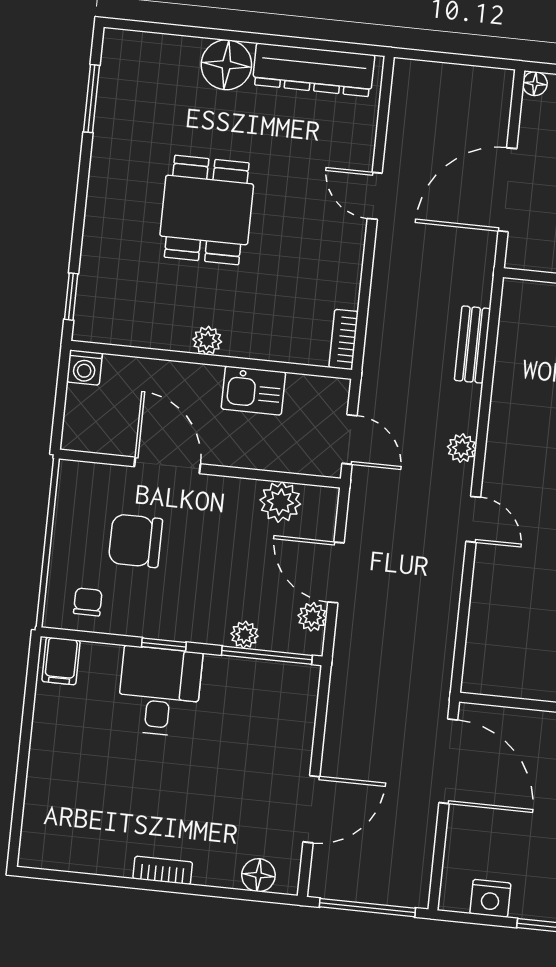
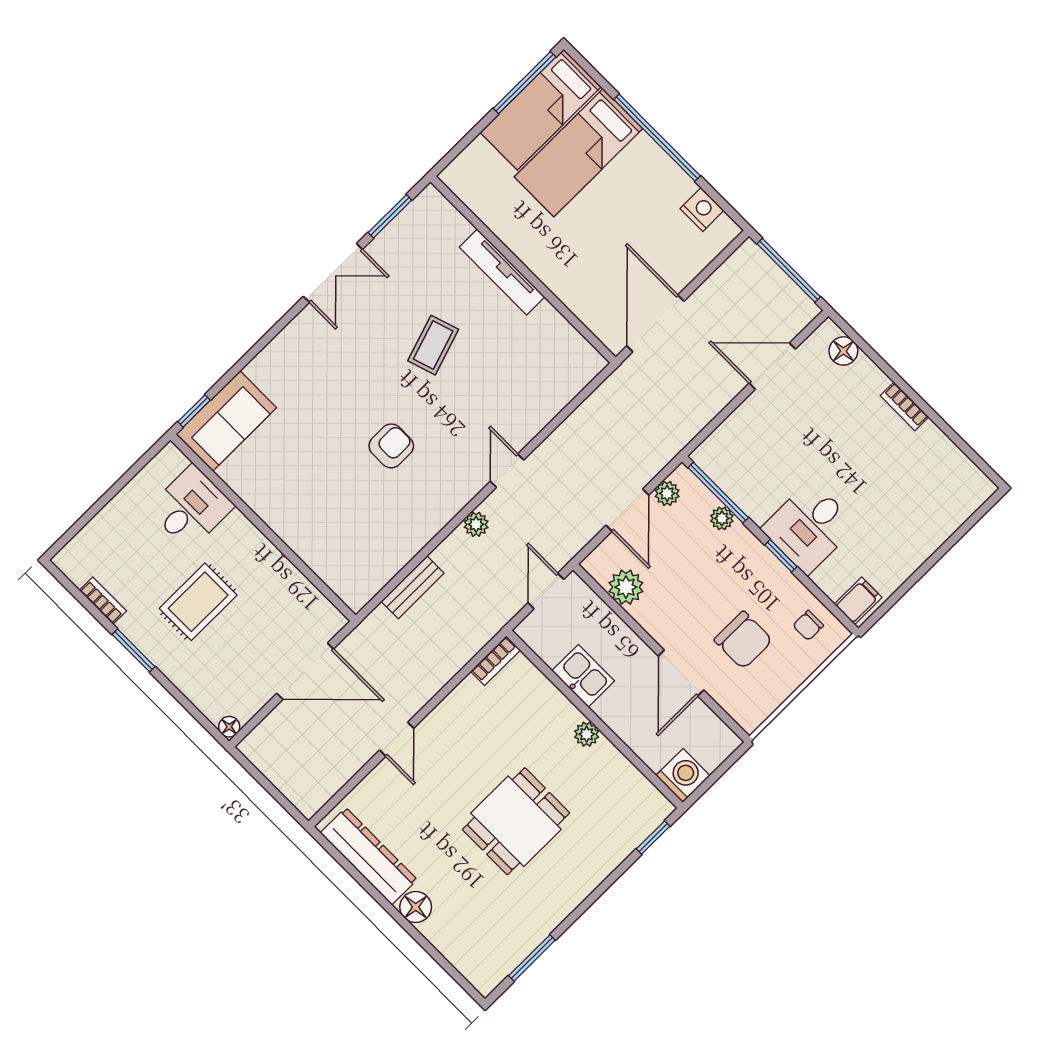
floor lamp: (226, 65) -> (416, 907), width x0.73, depth x0.73
washing machine: (84, 367) -> (683, 776), width x1.38, depth x1.38

